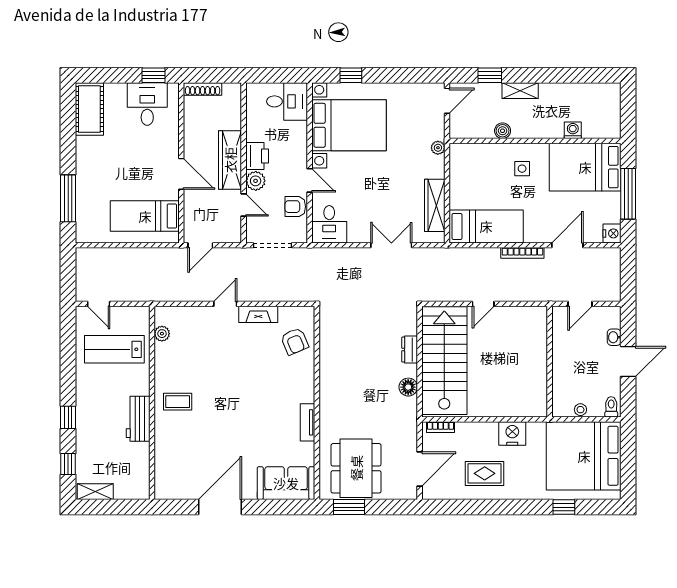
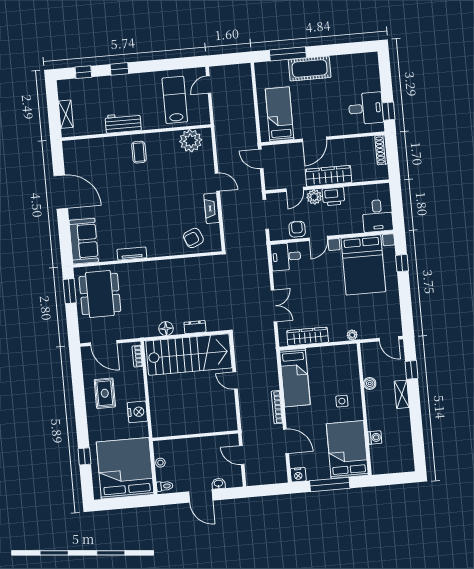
cot: (89, 109) -> (310, 69), moved
plant: (162, 334) -> (191, 141), width x1.88, depth x1.88
dining table: (356, 468) -> (100, 294), turned 90
shelving: (95, 492) -> (66, 114), moved

